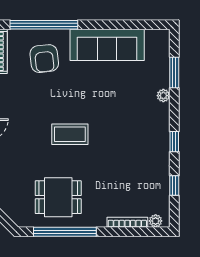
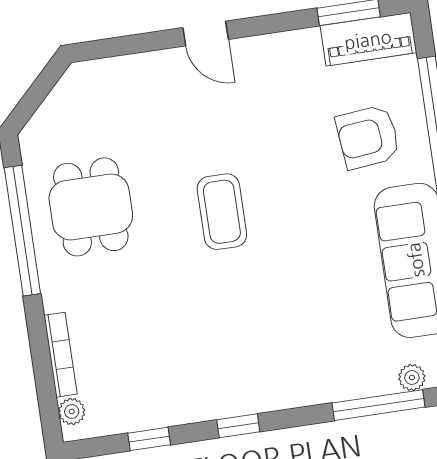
window: (174, 73) -> (378, 405), width x1.44
plant: (163, 96) -> (412, 377), moved

